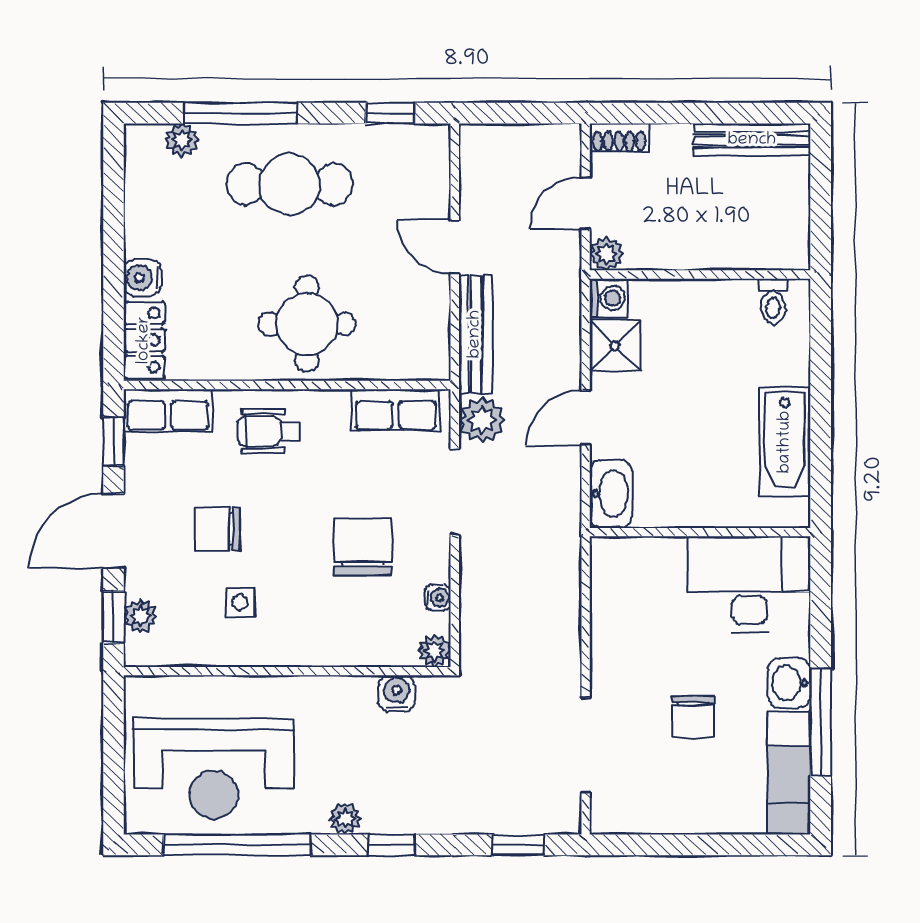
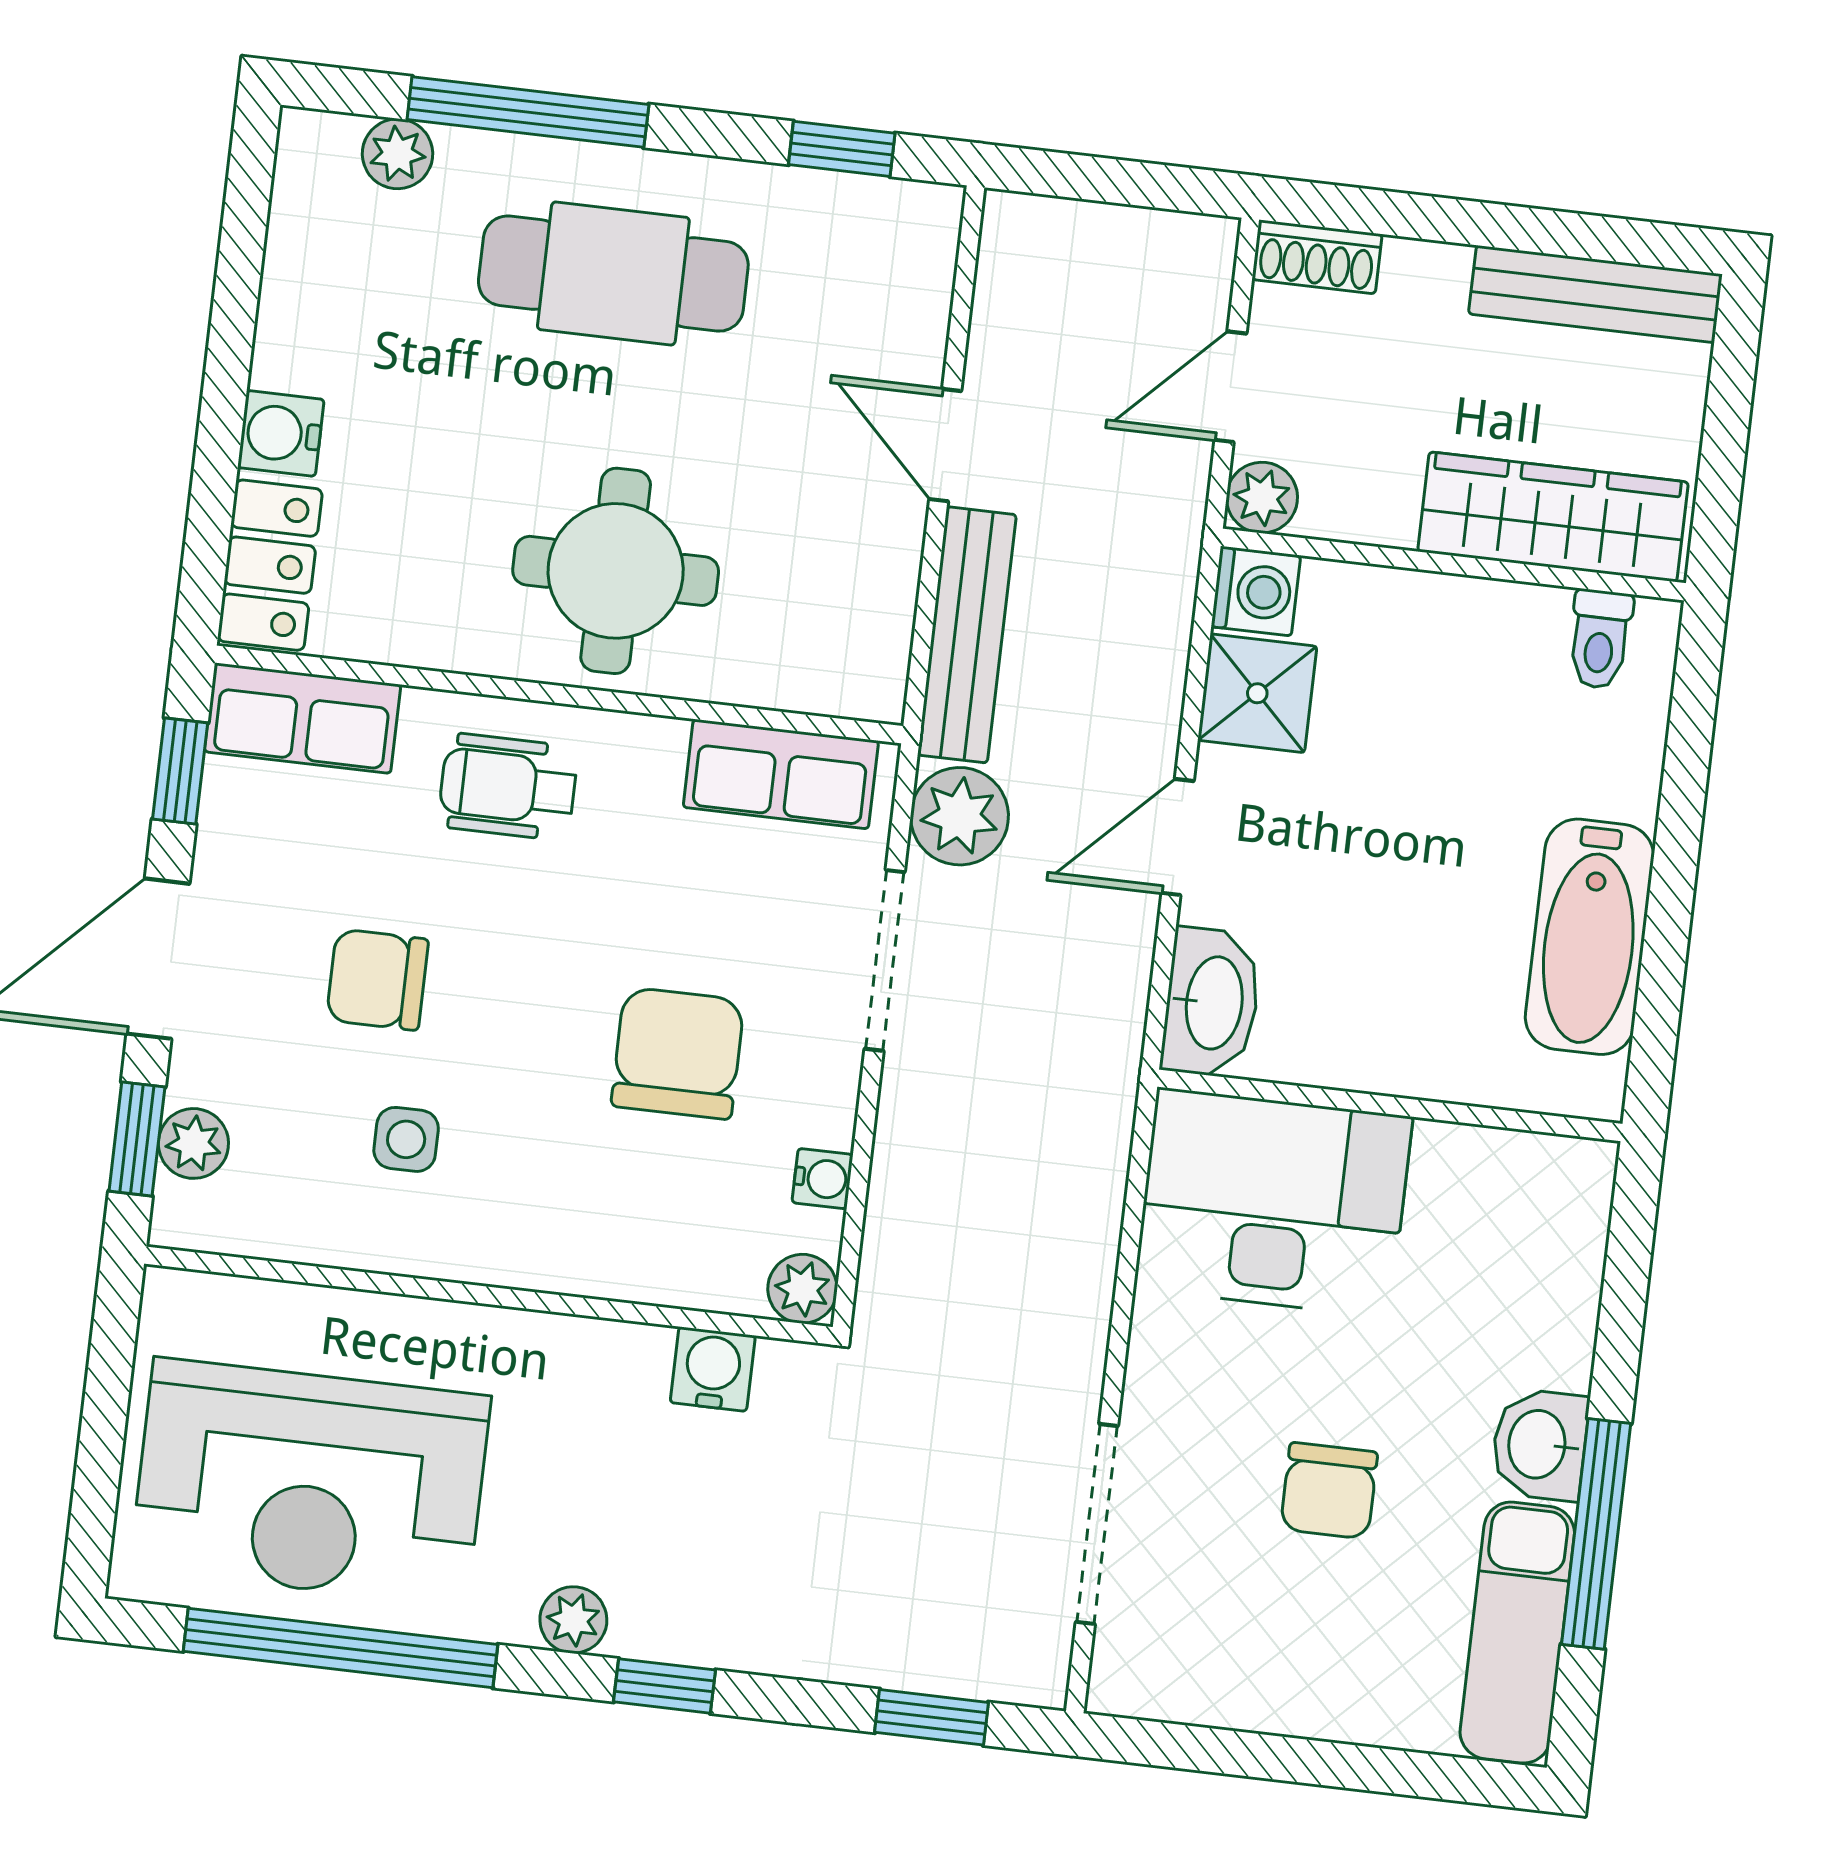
wardrobe: (744, 247) -> (1553, 517), added
desk: (749, 584) -> (1273, 1202), moved

